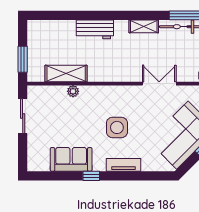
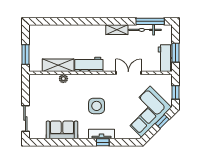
workbench: (95, 29) -> (89, 64), moved, turned 180
sliding door: (23, 116) -> (25, 119), moved
window: (91, 176) -> (103, 142), moved

